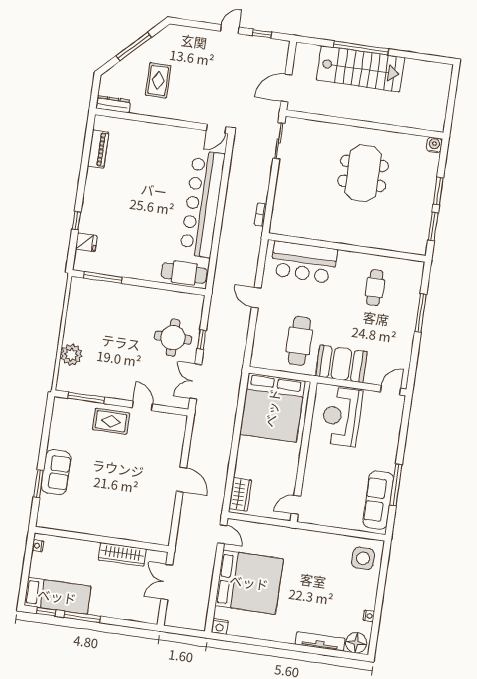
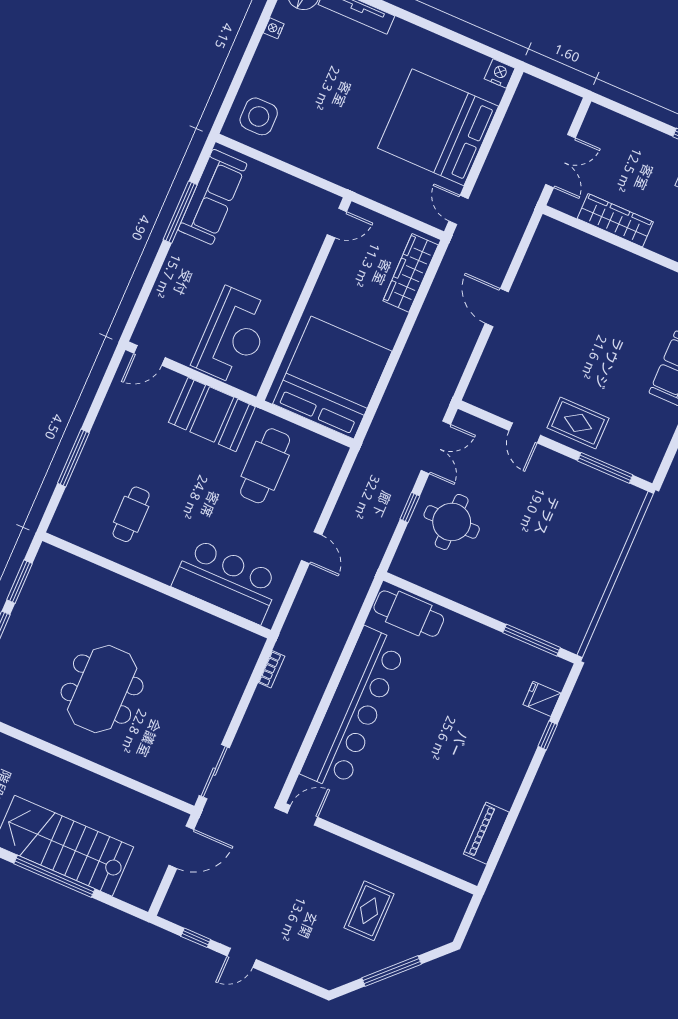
dresser: (113, 104) -> (446, 894), removed
plant: (71, 355) -> (610, 538), removed
wardrobe: (240, 494) -> (411, 273), width x1.50

